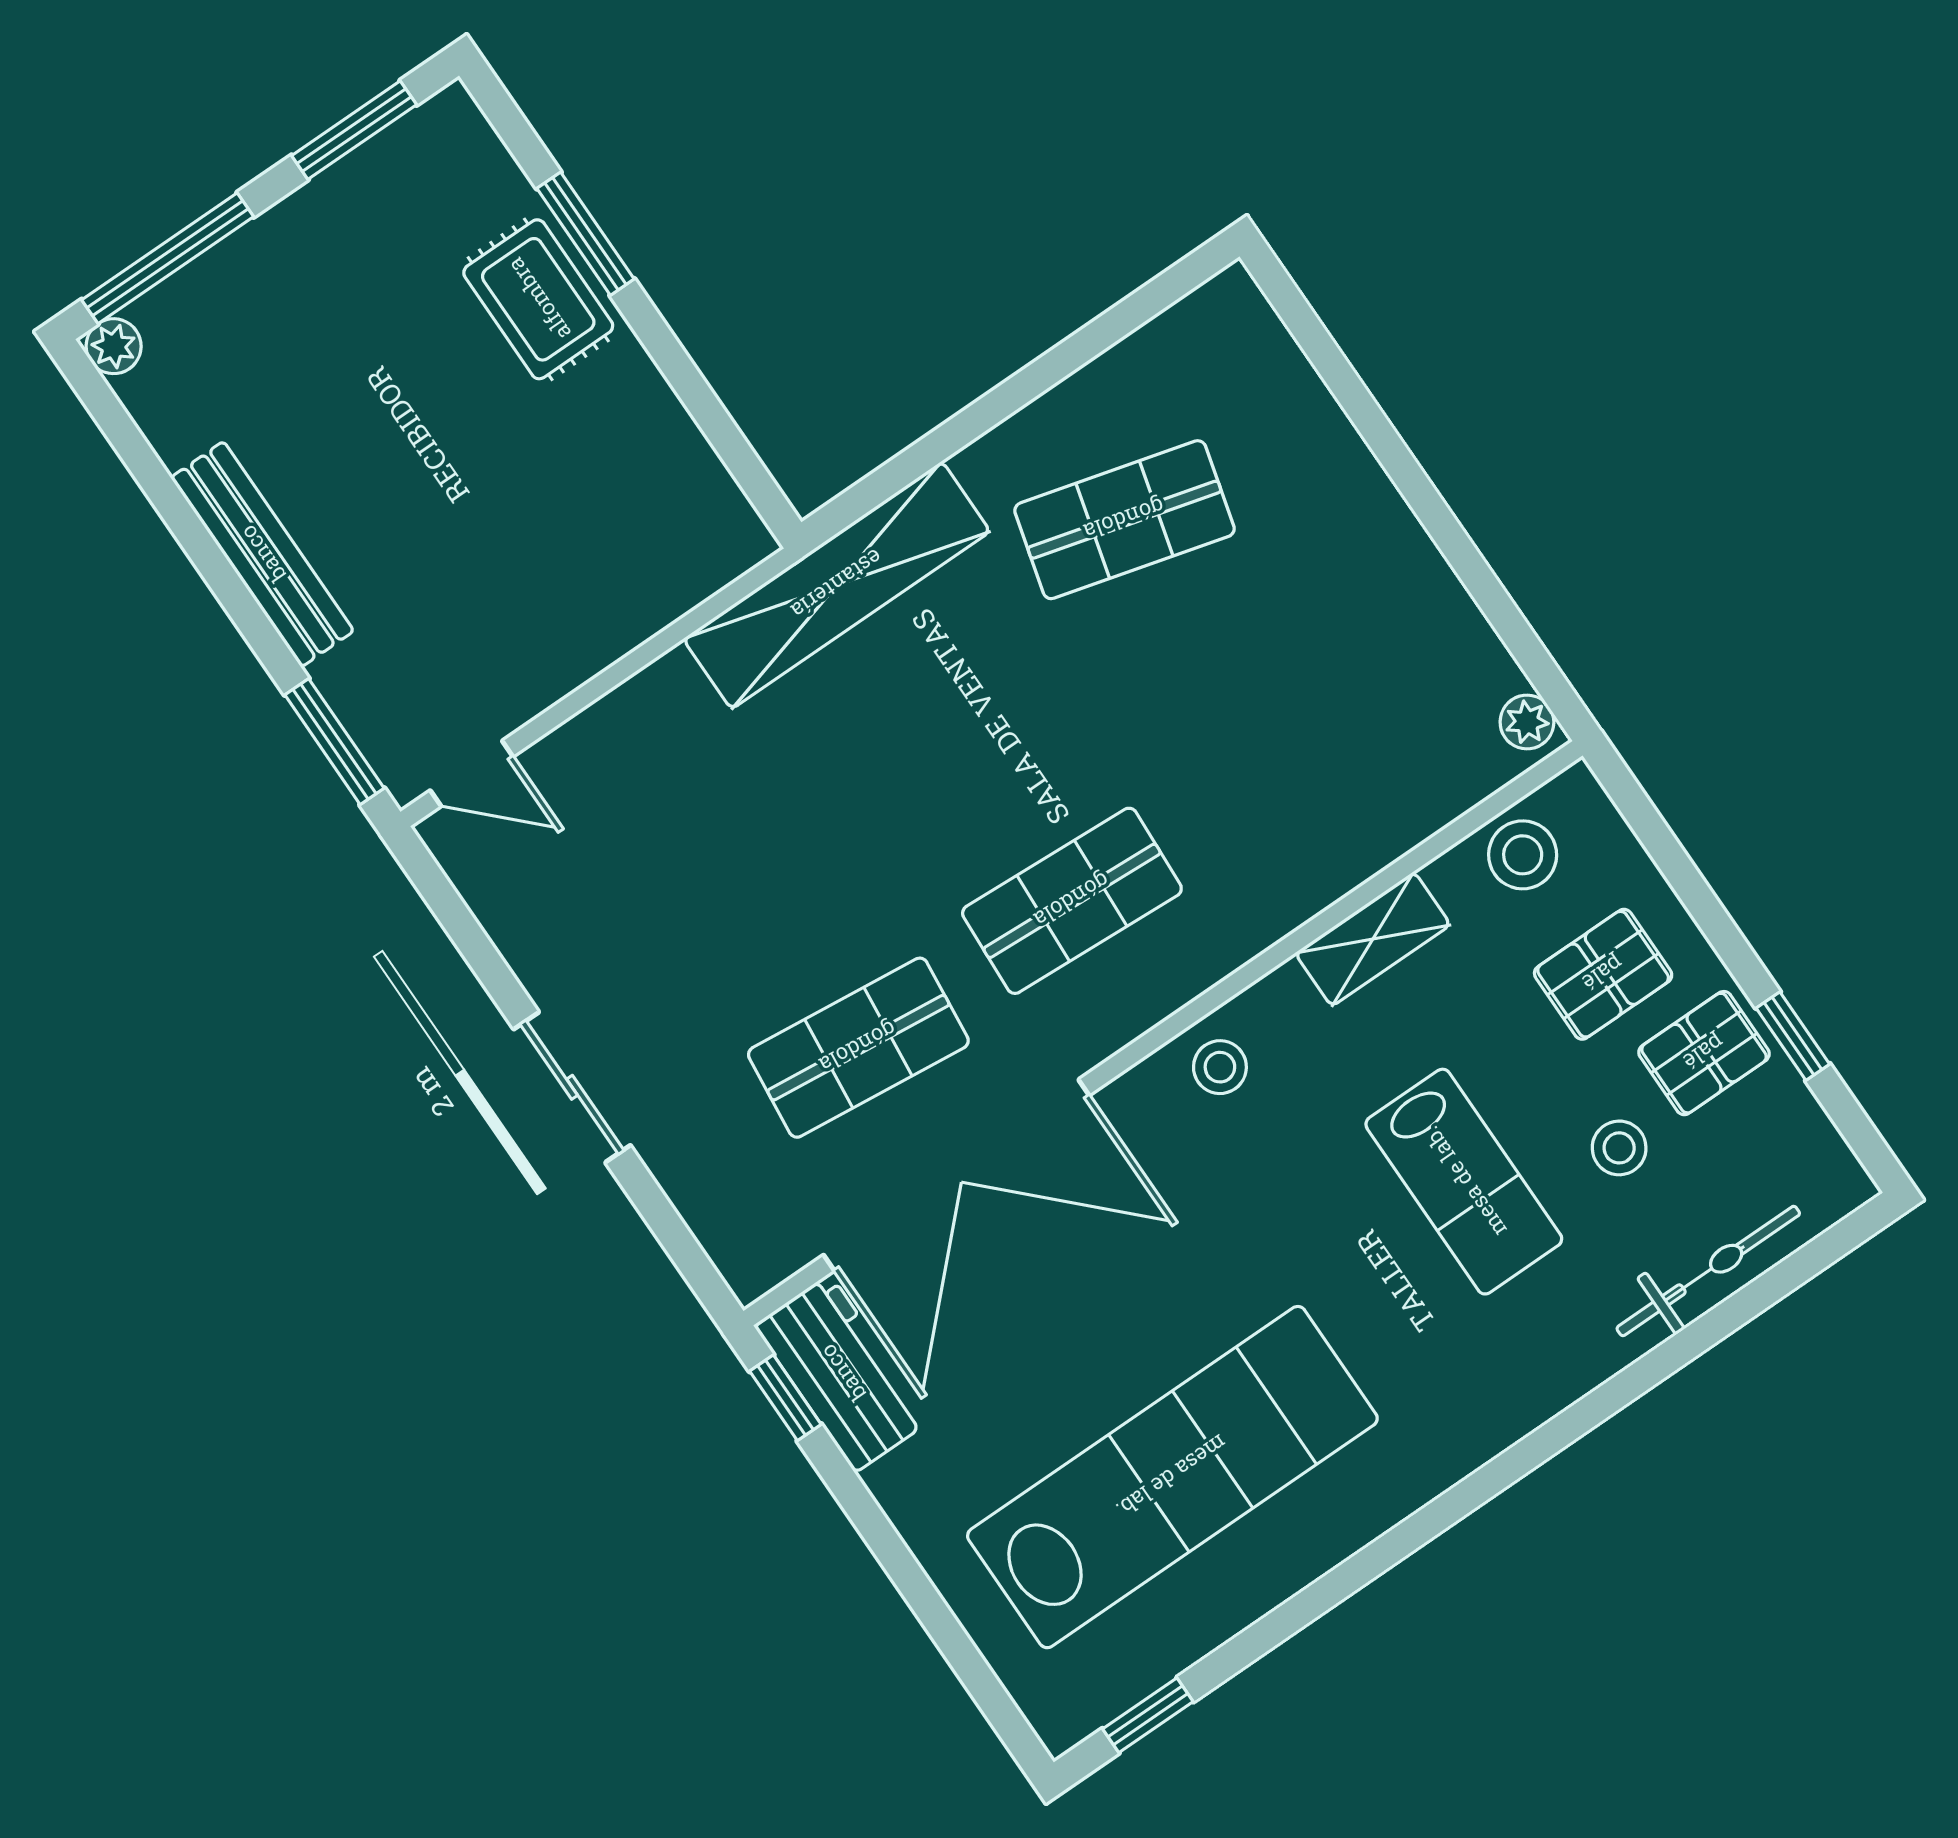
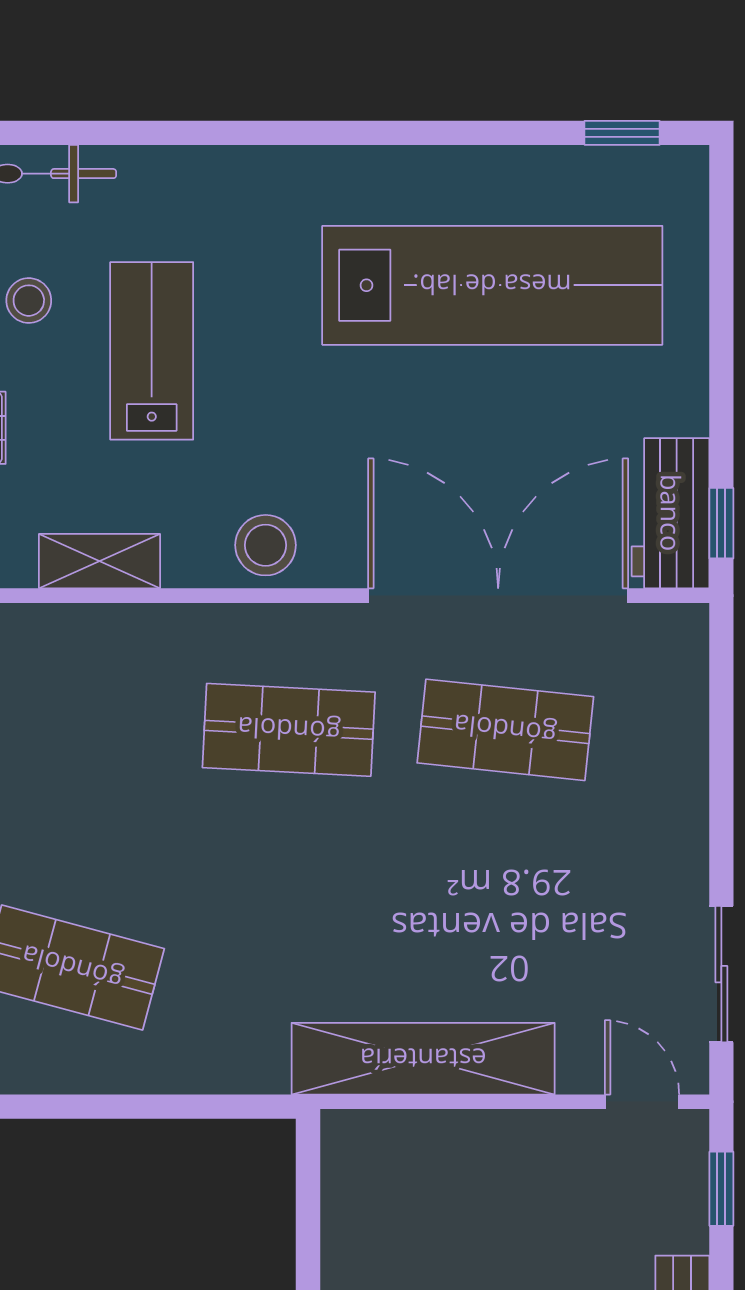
shelving: (837, 585) -> (423, 1059), moved
window: (334, 742) -> (721, 1189), width x0.67
stool: (1220, 1067) -> (266, 545), width x1.37, depth x1.37
sliding door: (572, 1087) -> (721, 974), moved
lab bench: (1172, 1477) -> (492, 285), turned 180

